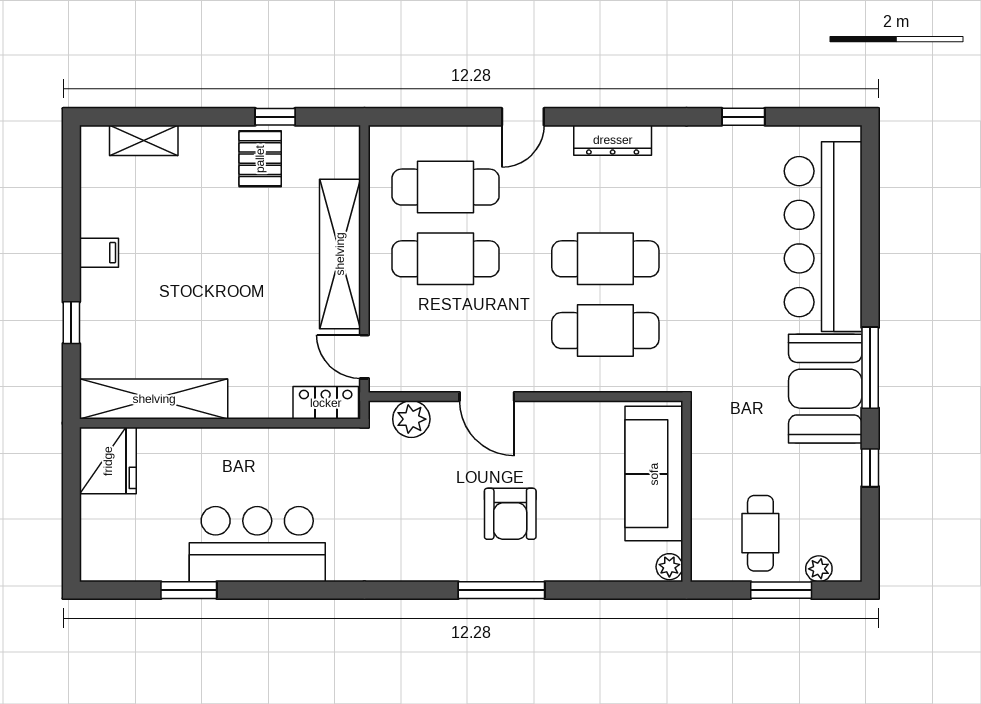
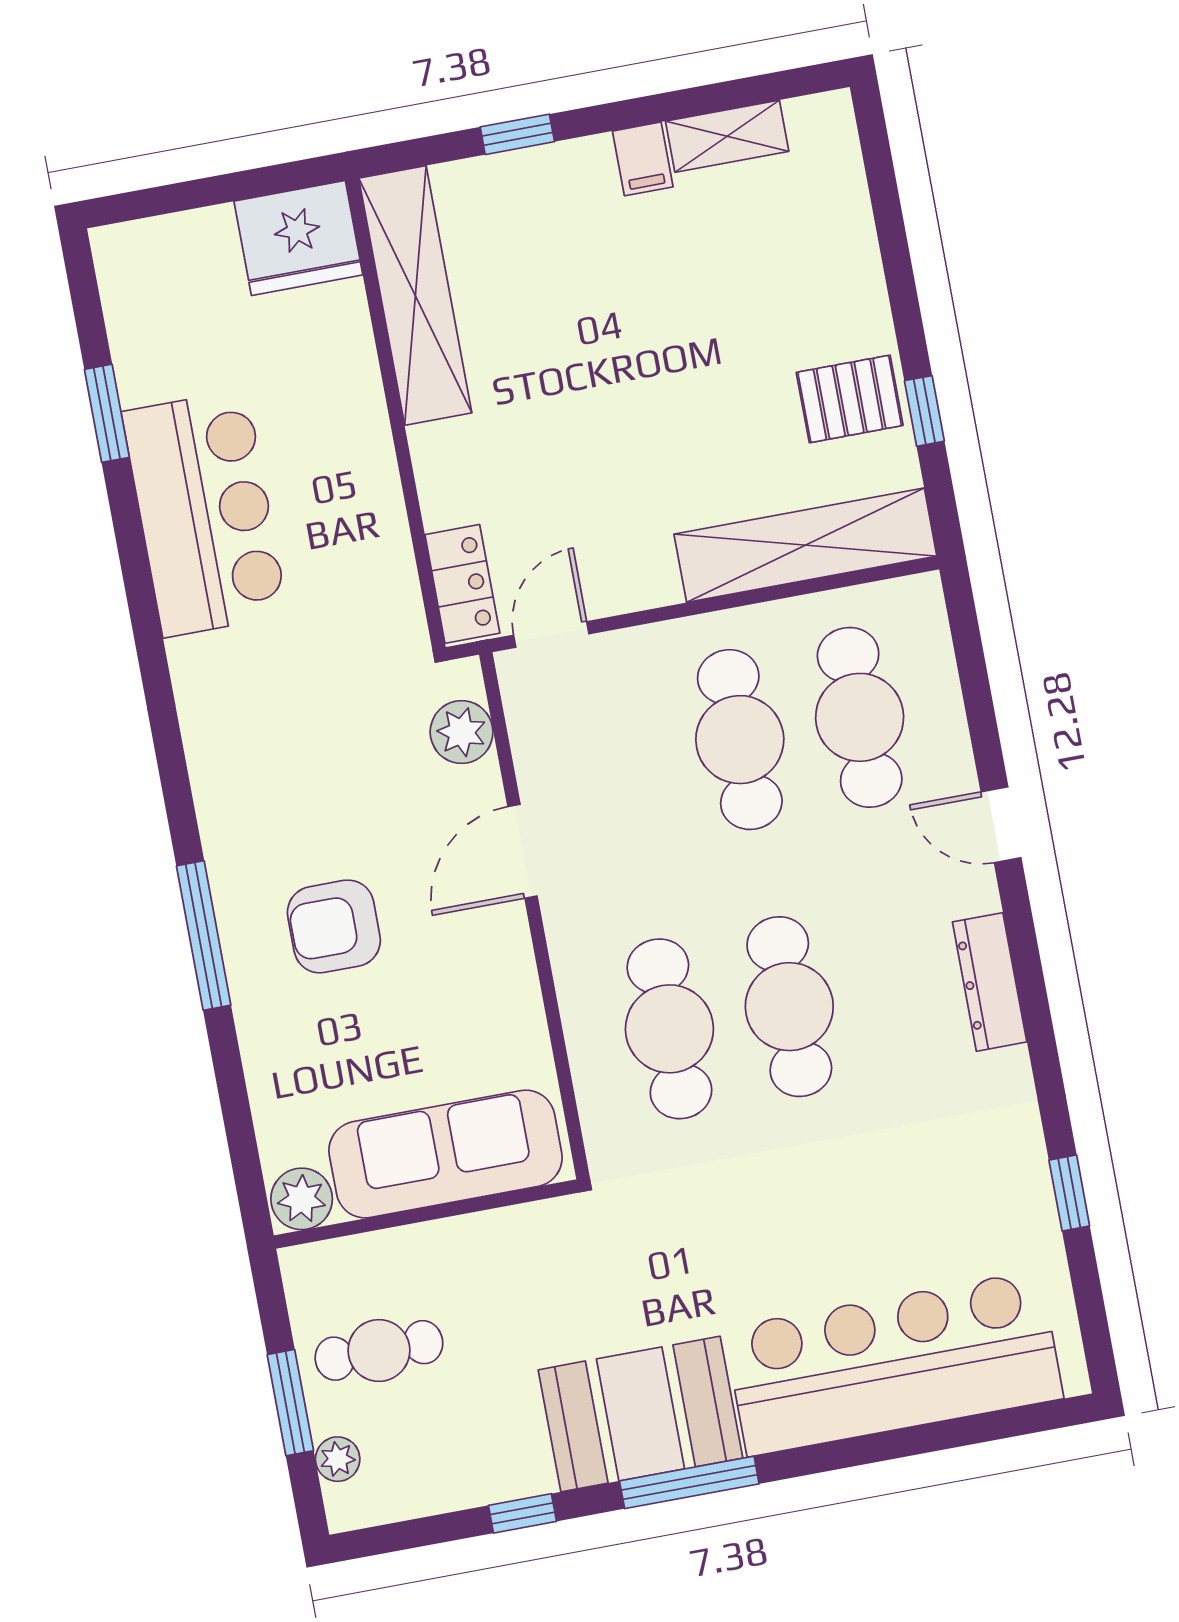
shelving: (144, 140) -> (727, 136), moved, turned 90
shelving: (340, 254) -> (805, 545), moved
plant: (669, 567) -> (302, 1199), width x1.38, depth x1.38

